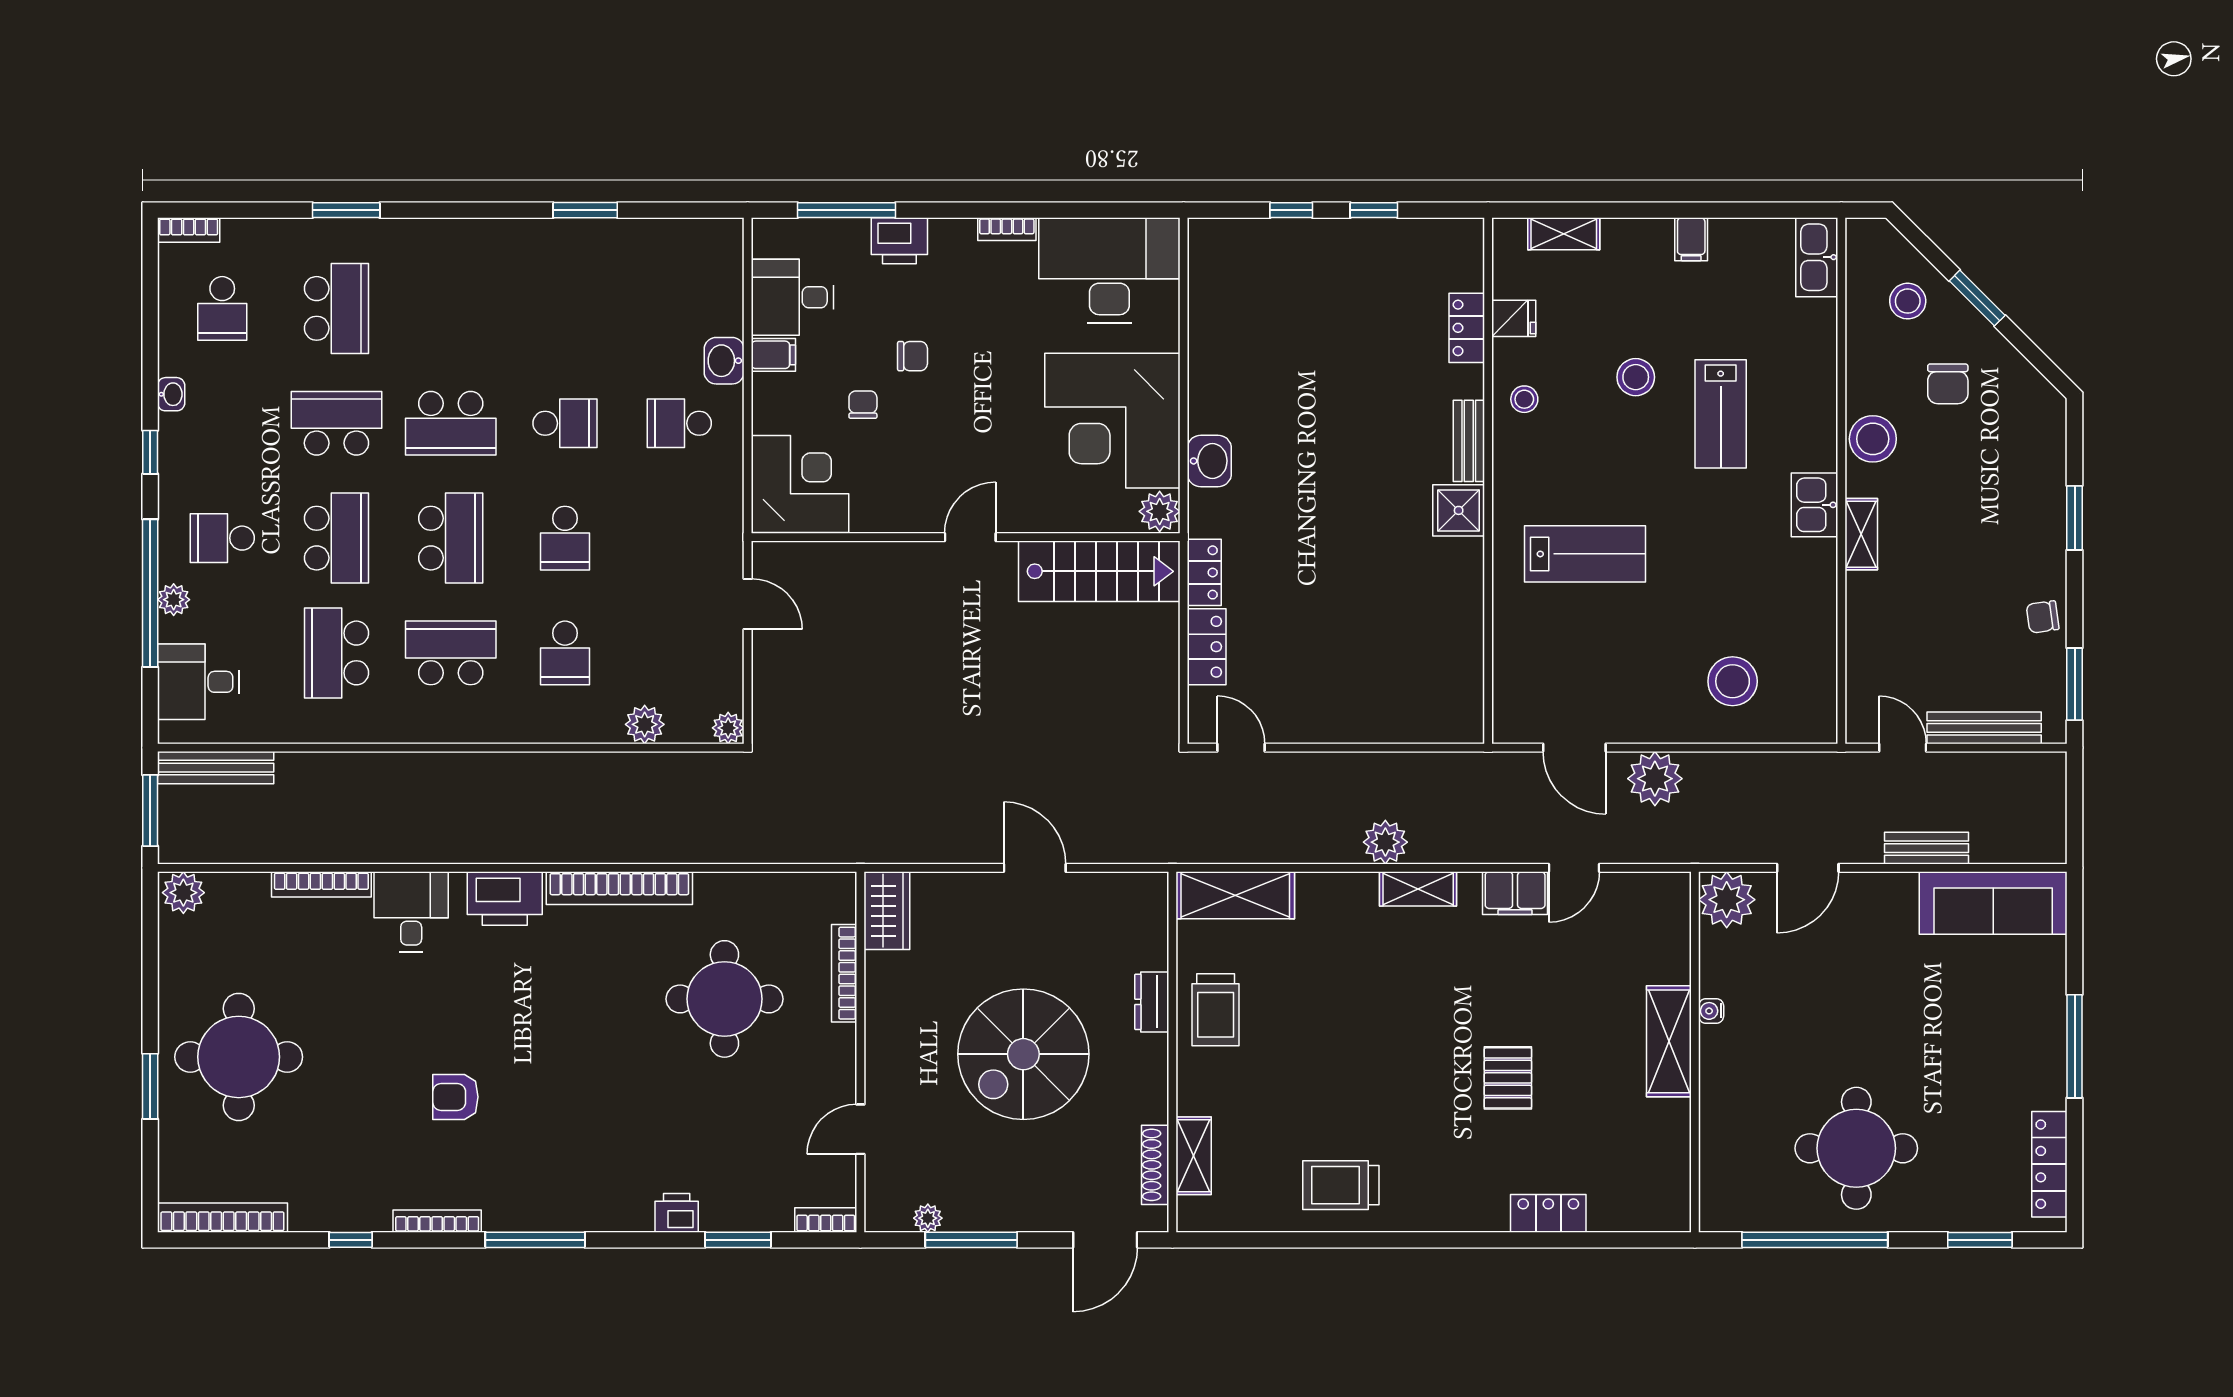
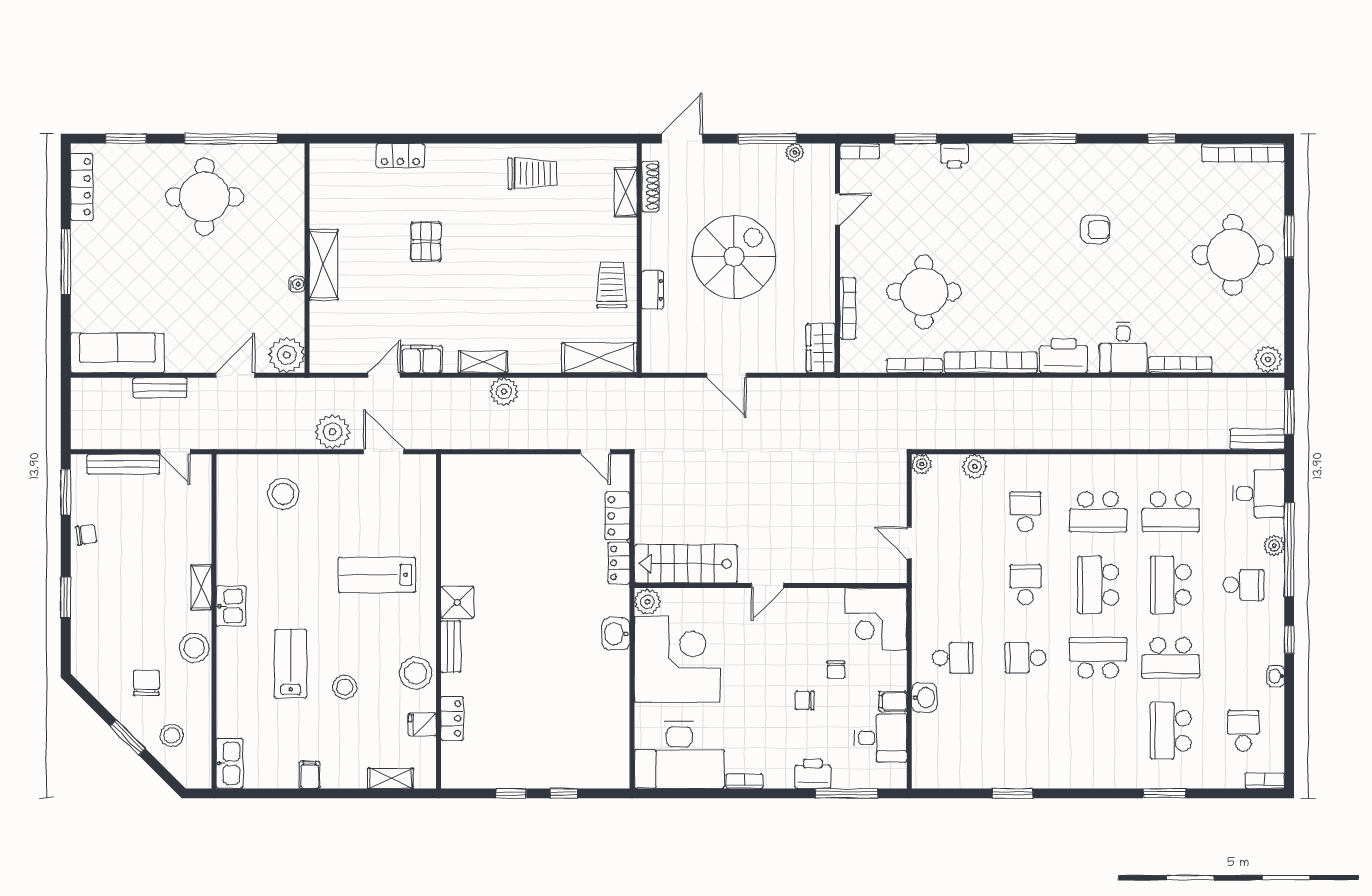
stool: (1524, 399) -> (416, 673), width x1.89, depth x1.89
school desk: (336, 653) -> (1171, 512), turned 90
bench: (216, 768) -> (1257, 439), width x0.73
bookcase: (437, 1221) -> (915, 366), moved, turned 180

